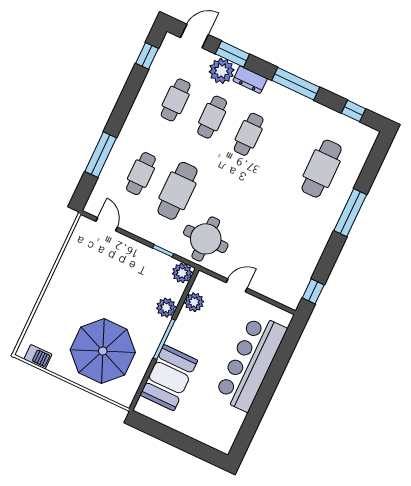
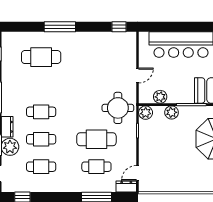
dresser: (96, 201) -> (126, 186), added
door: (237, 285) -> (138, 75), swing flipped

